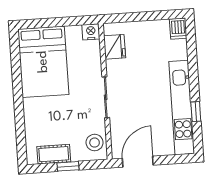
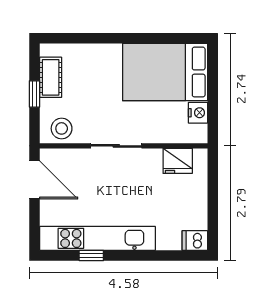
nightstand: (91, 32) -> (198, 113), moved

